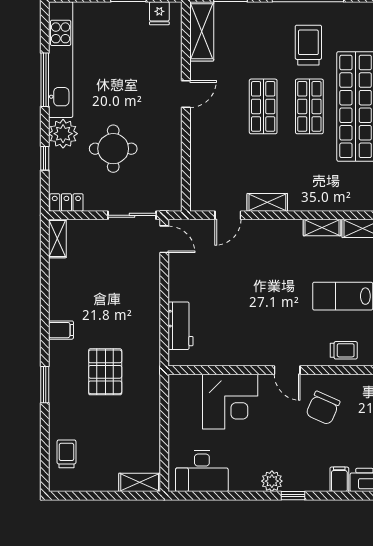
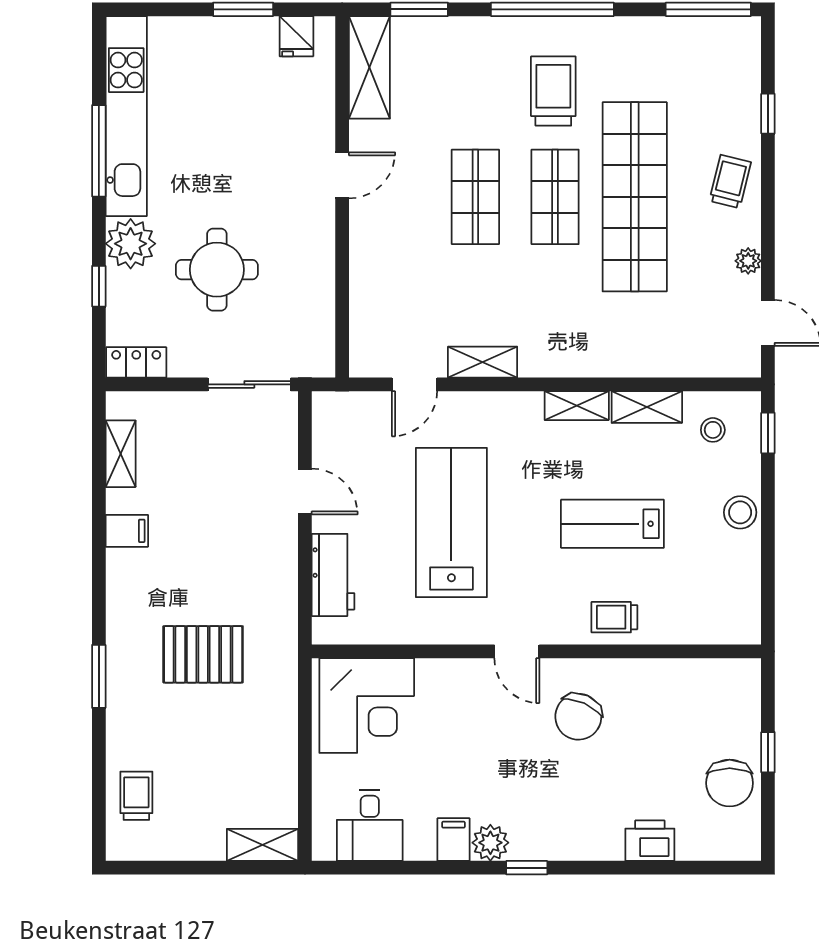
shelving: (57, 239) -> (121, 454), moved
door: (164, 239) -> (305, 492), moved
lab bench: (249, 295) -> (451, 522), added
filing cabinet: (61, 330) -> (127, 531), moved
trolley: (344, 350) -> (614, 617), turned 180
pallet: (105, 372) -> (203, 654), turned 90
corner desk: (230, 402) -> (367, 706), moved
desk: (202, 471) -> (370, 825), width x0.73
filing cabinet: (339, 479) -> (453, 840), moved

